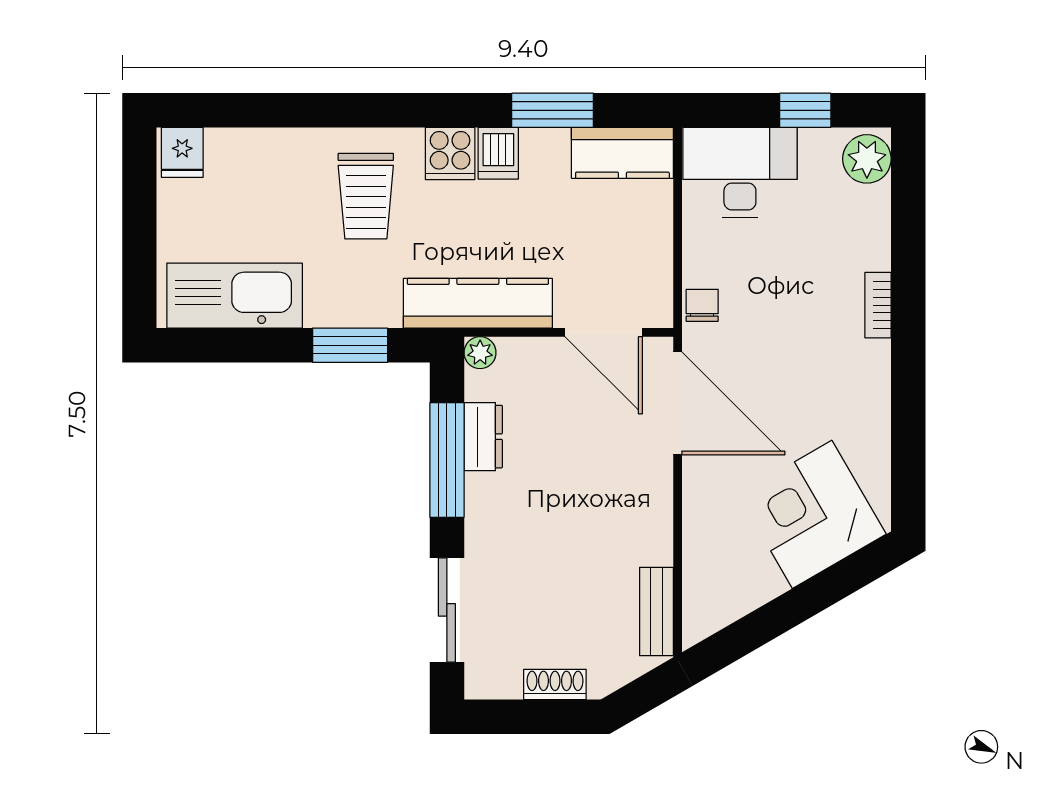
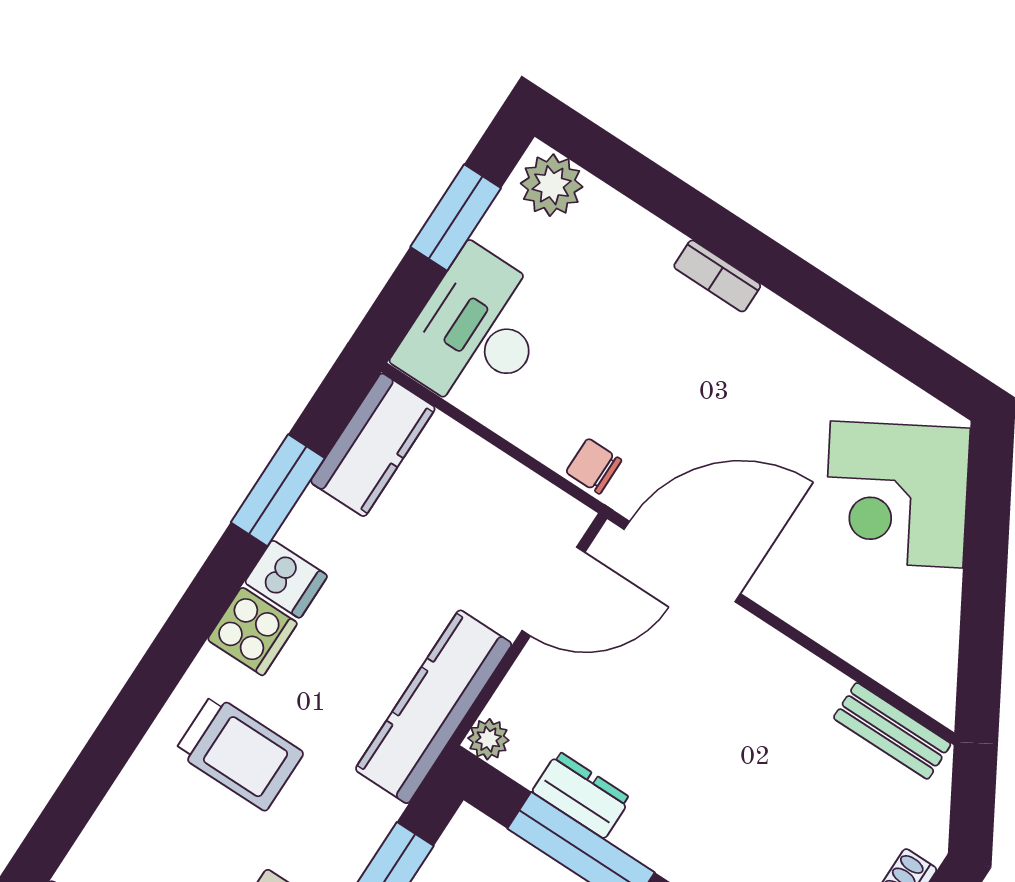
window: (805, 110) -> (456, 218), width x1.50

